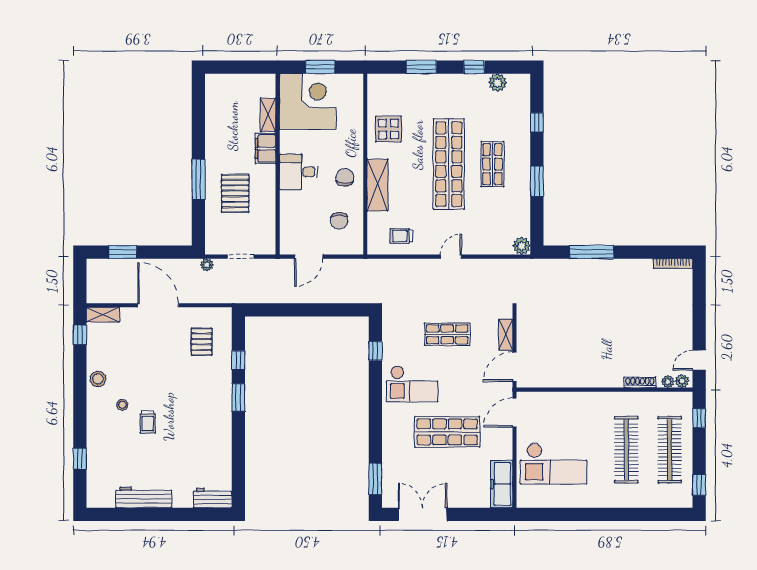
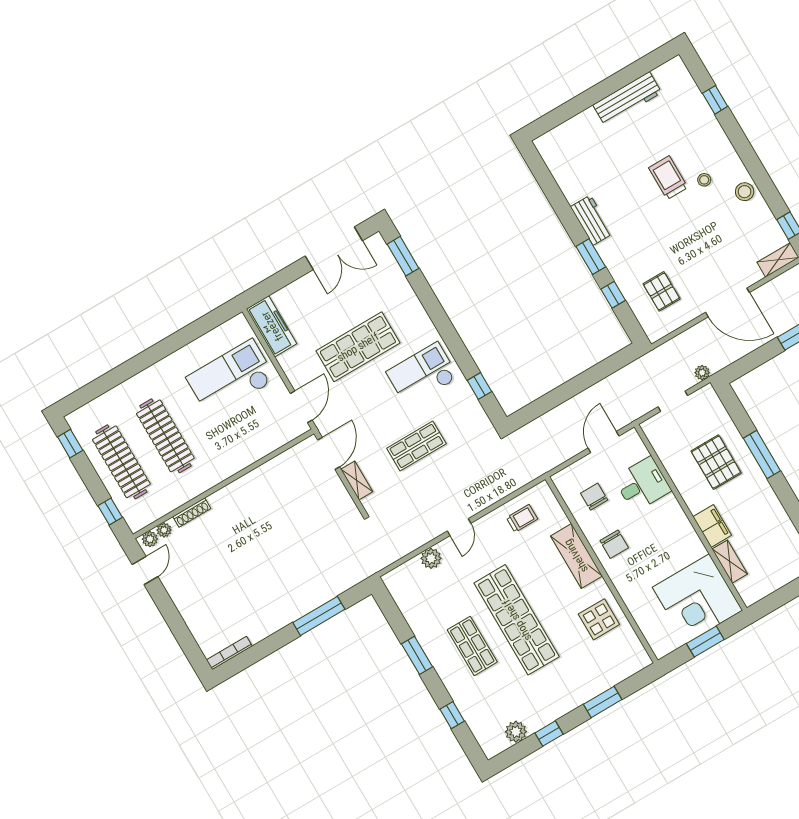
desk: (299, 172) -> (642, 484), moved
plant: (522, 246) -> (431, 558), moved
trolley: (148, 422) -> (668, 178), width x1.36, depth x1.39
workbench: (213, 498) -> (592, 220), moved, turned -90

